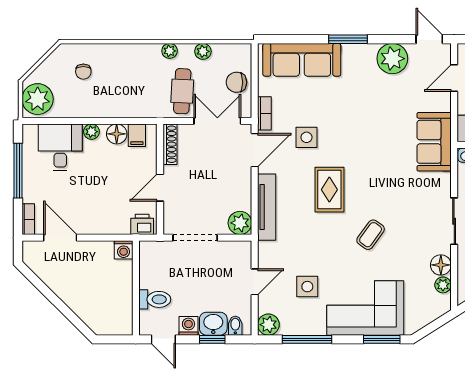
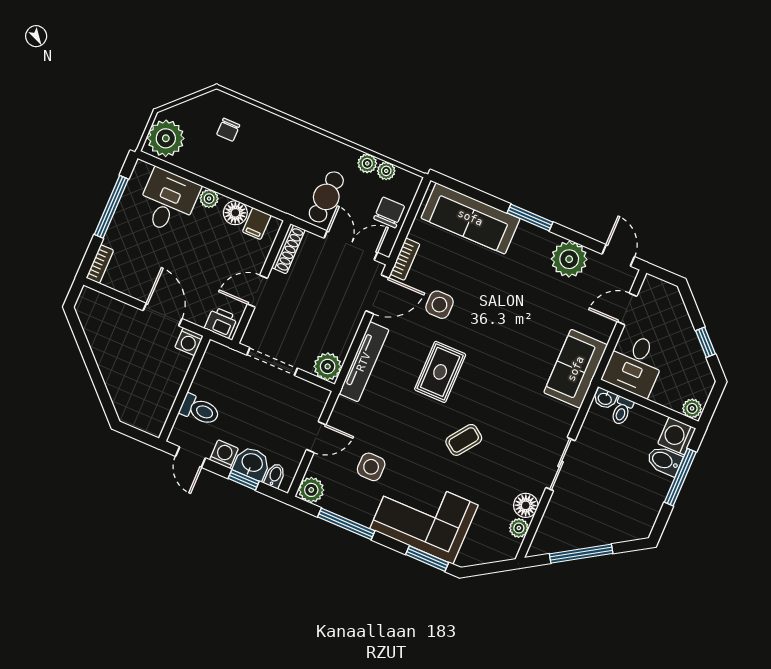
plant: (170, 51) -> (386, 171), moved
chair: (236, 82) -> (389, 212), turned 90
door: (60, 238) -> (162, 315), moved

